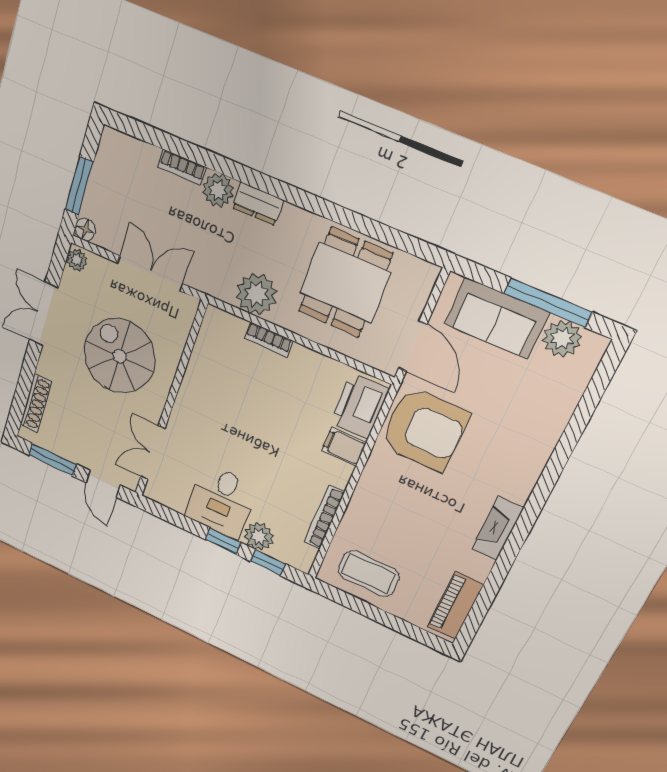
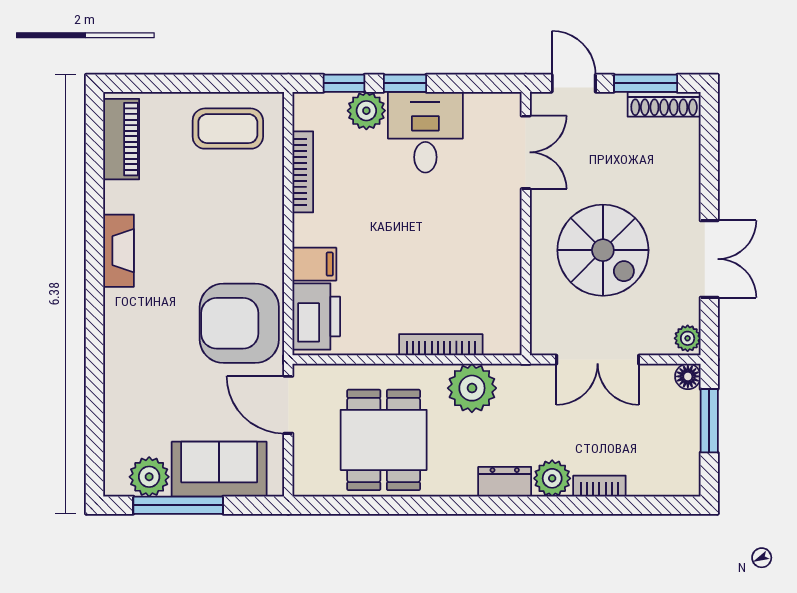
bookcase: (268, 340) -> (441, 345), width x1.56
shoe rack: (36, 403) -> (664, 104), moved, turned -90

